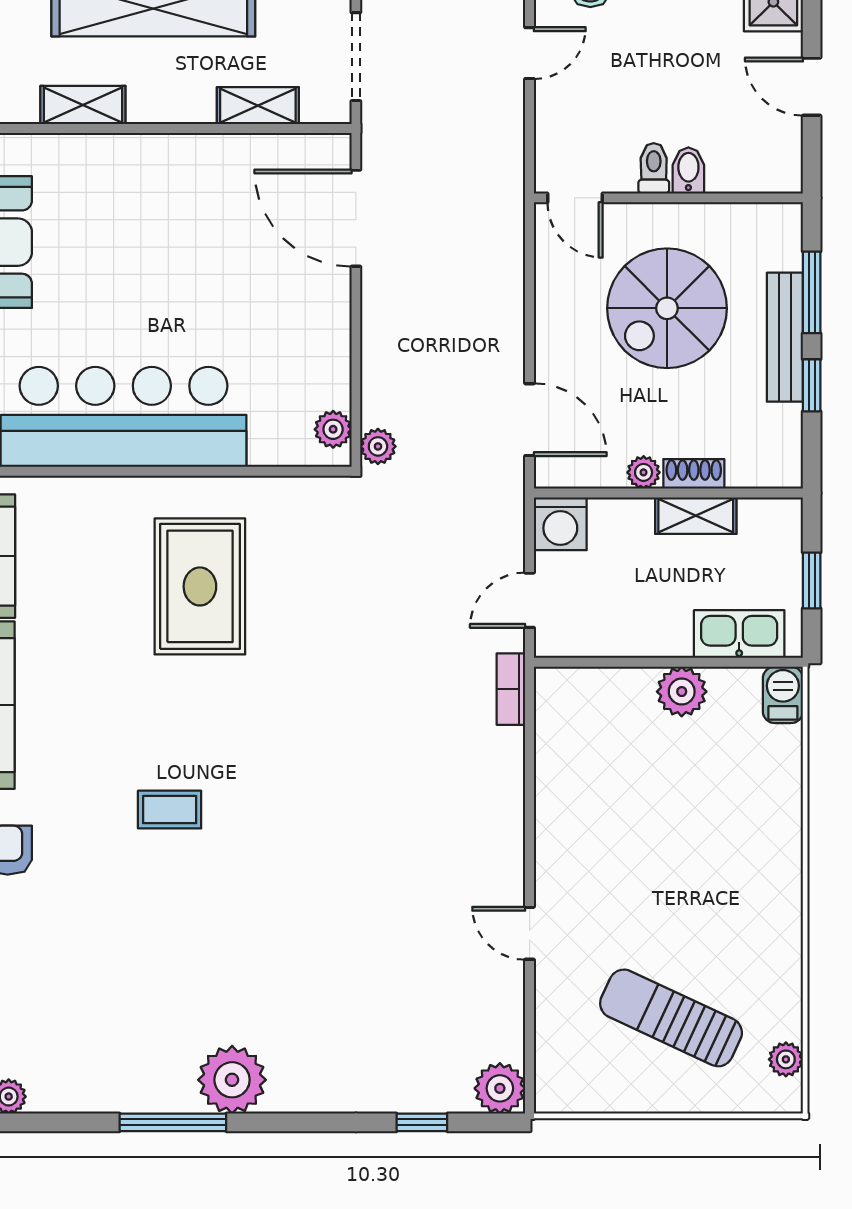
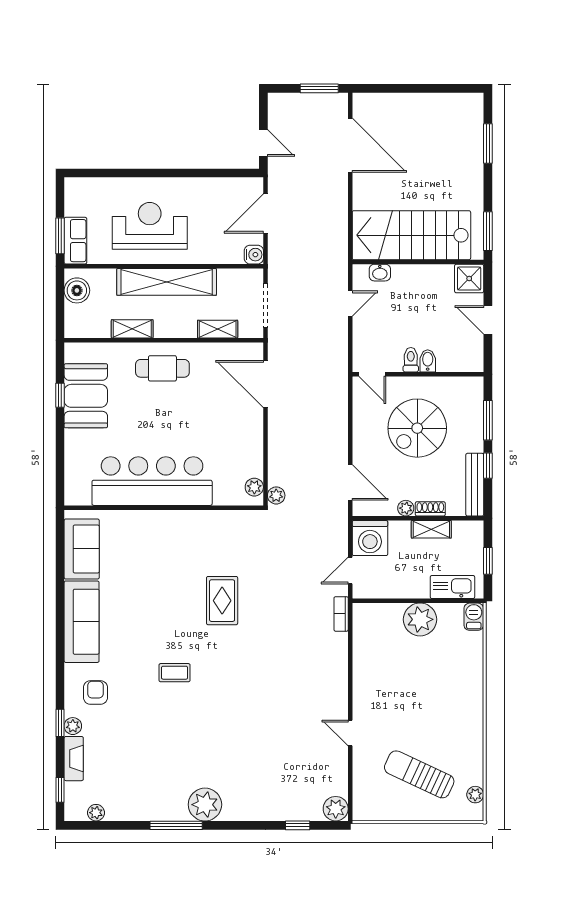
cafe table: (145, 186) -> (162, 368), added
bench: (785, 337) -> (475, 485), moved
washing machine: (560, 524) -> (370, 538), width x1.37, depth x1.37
rug: (200, 586) -> (222, 601), moved, width x0.73, depth x0.70
plant: (682, 692) -> (420, 619), width x1.36, depth x1.36

